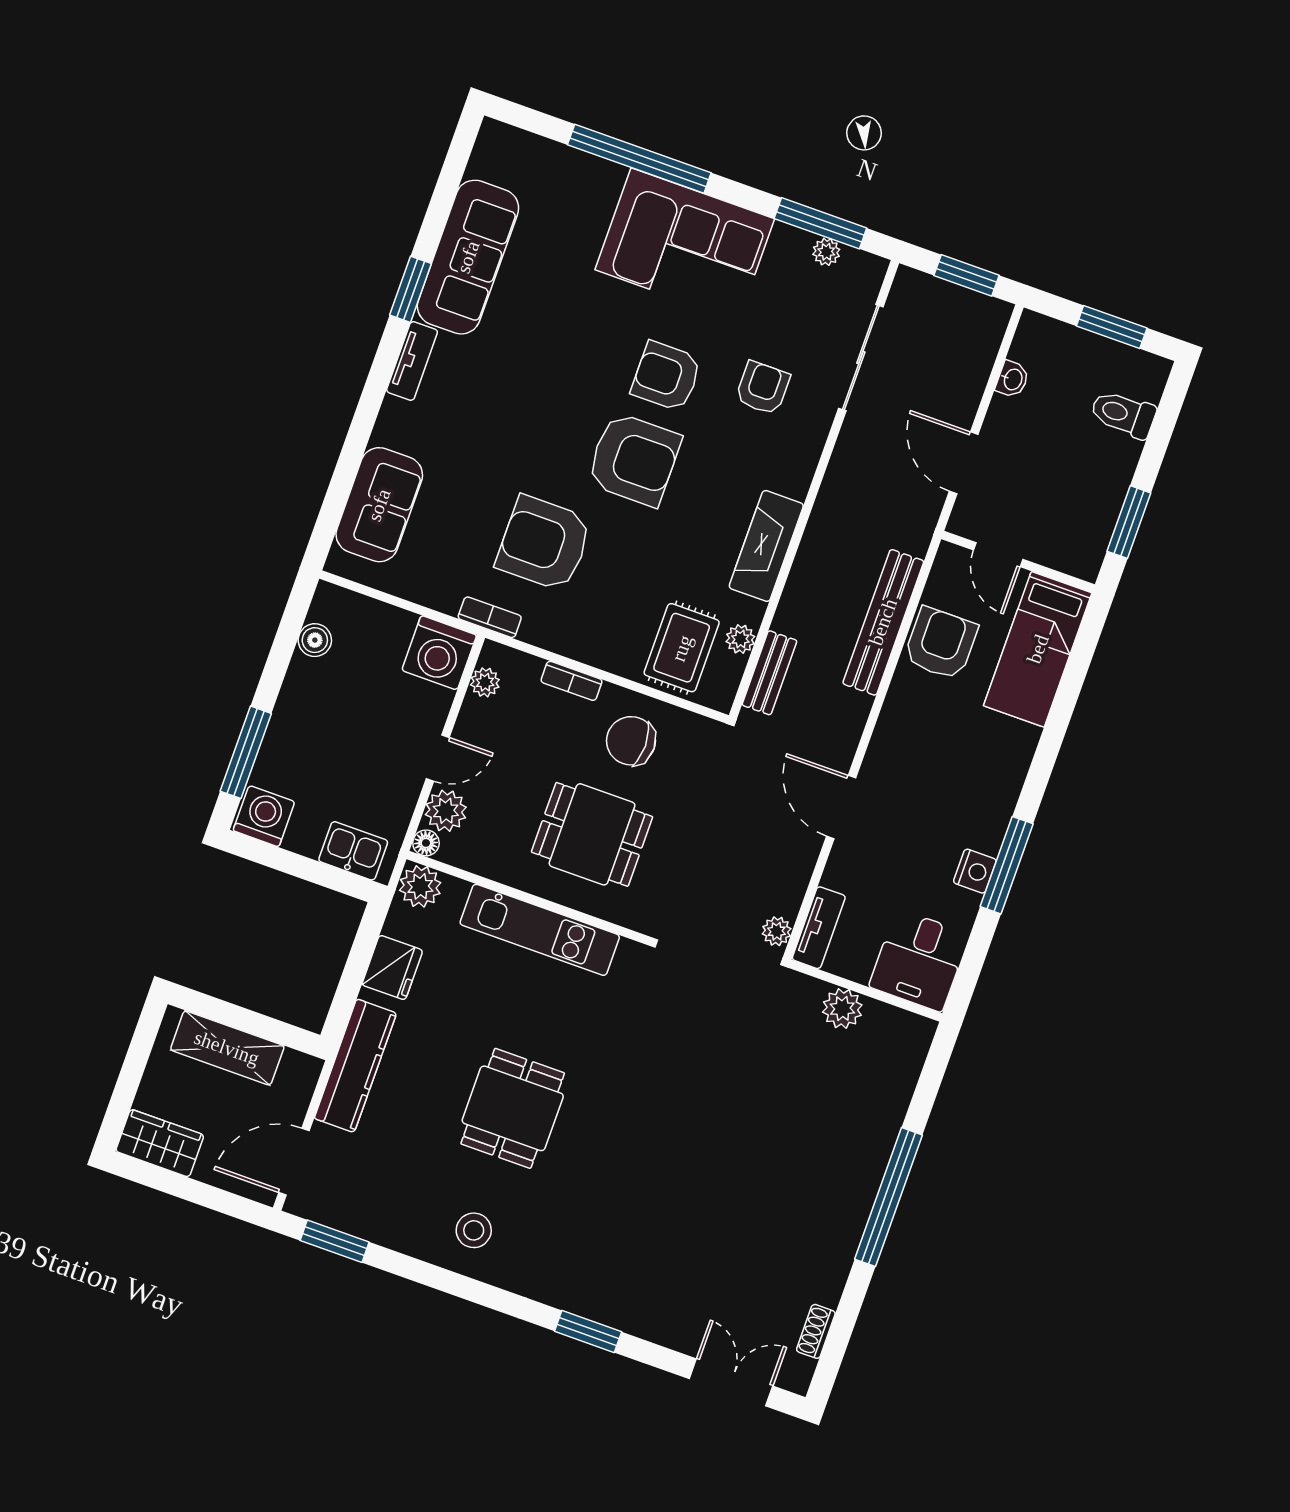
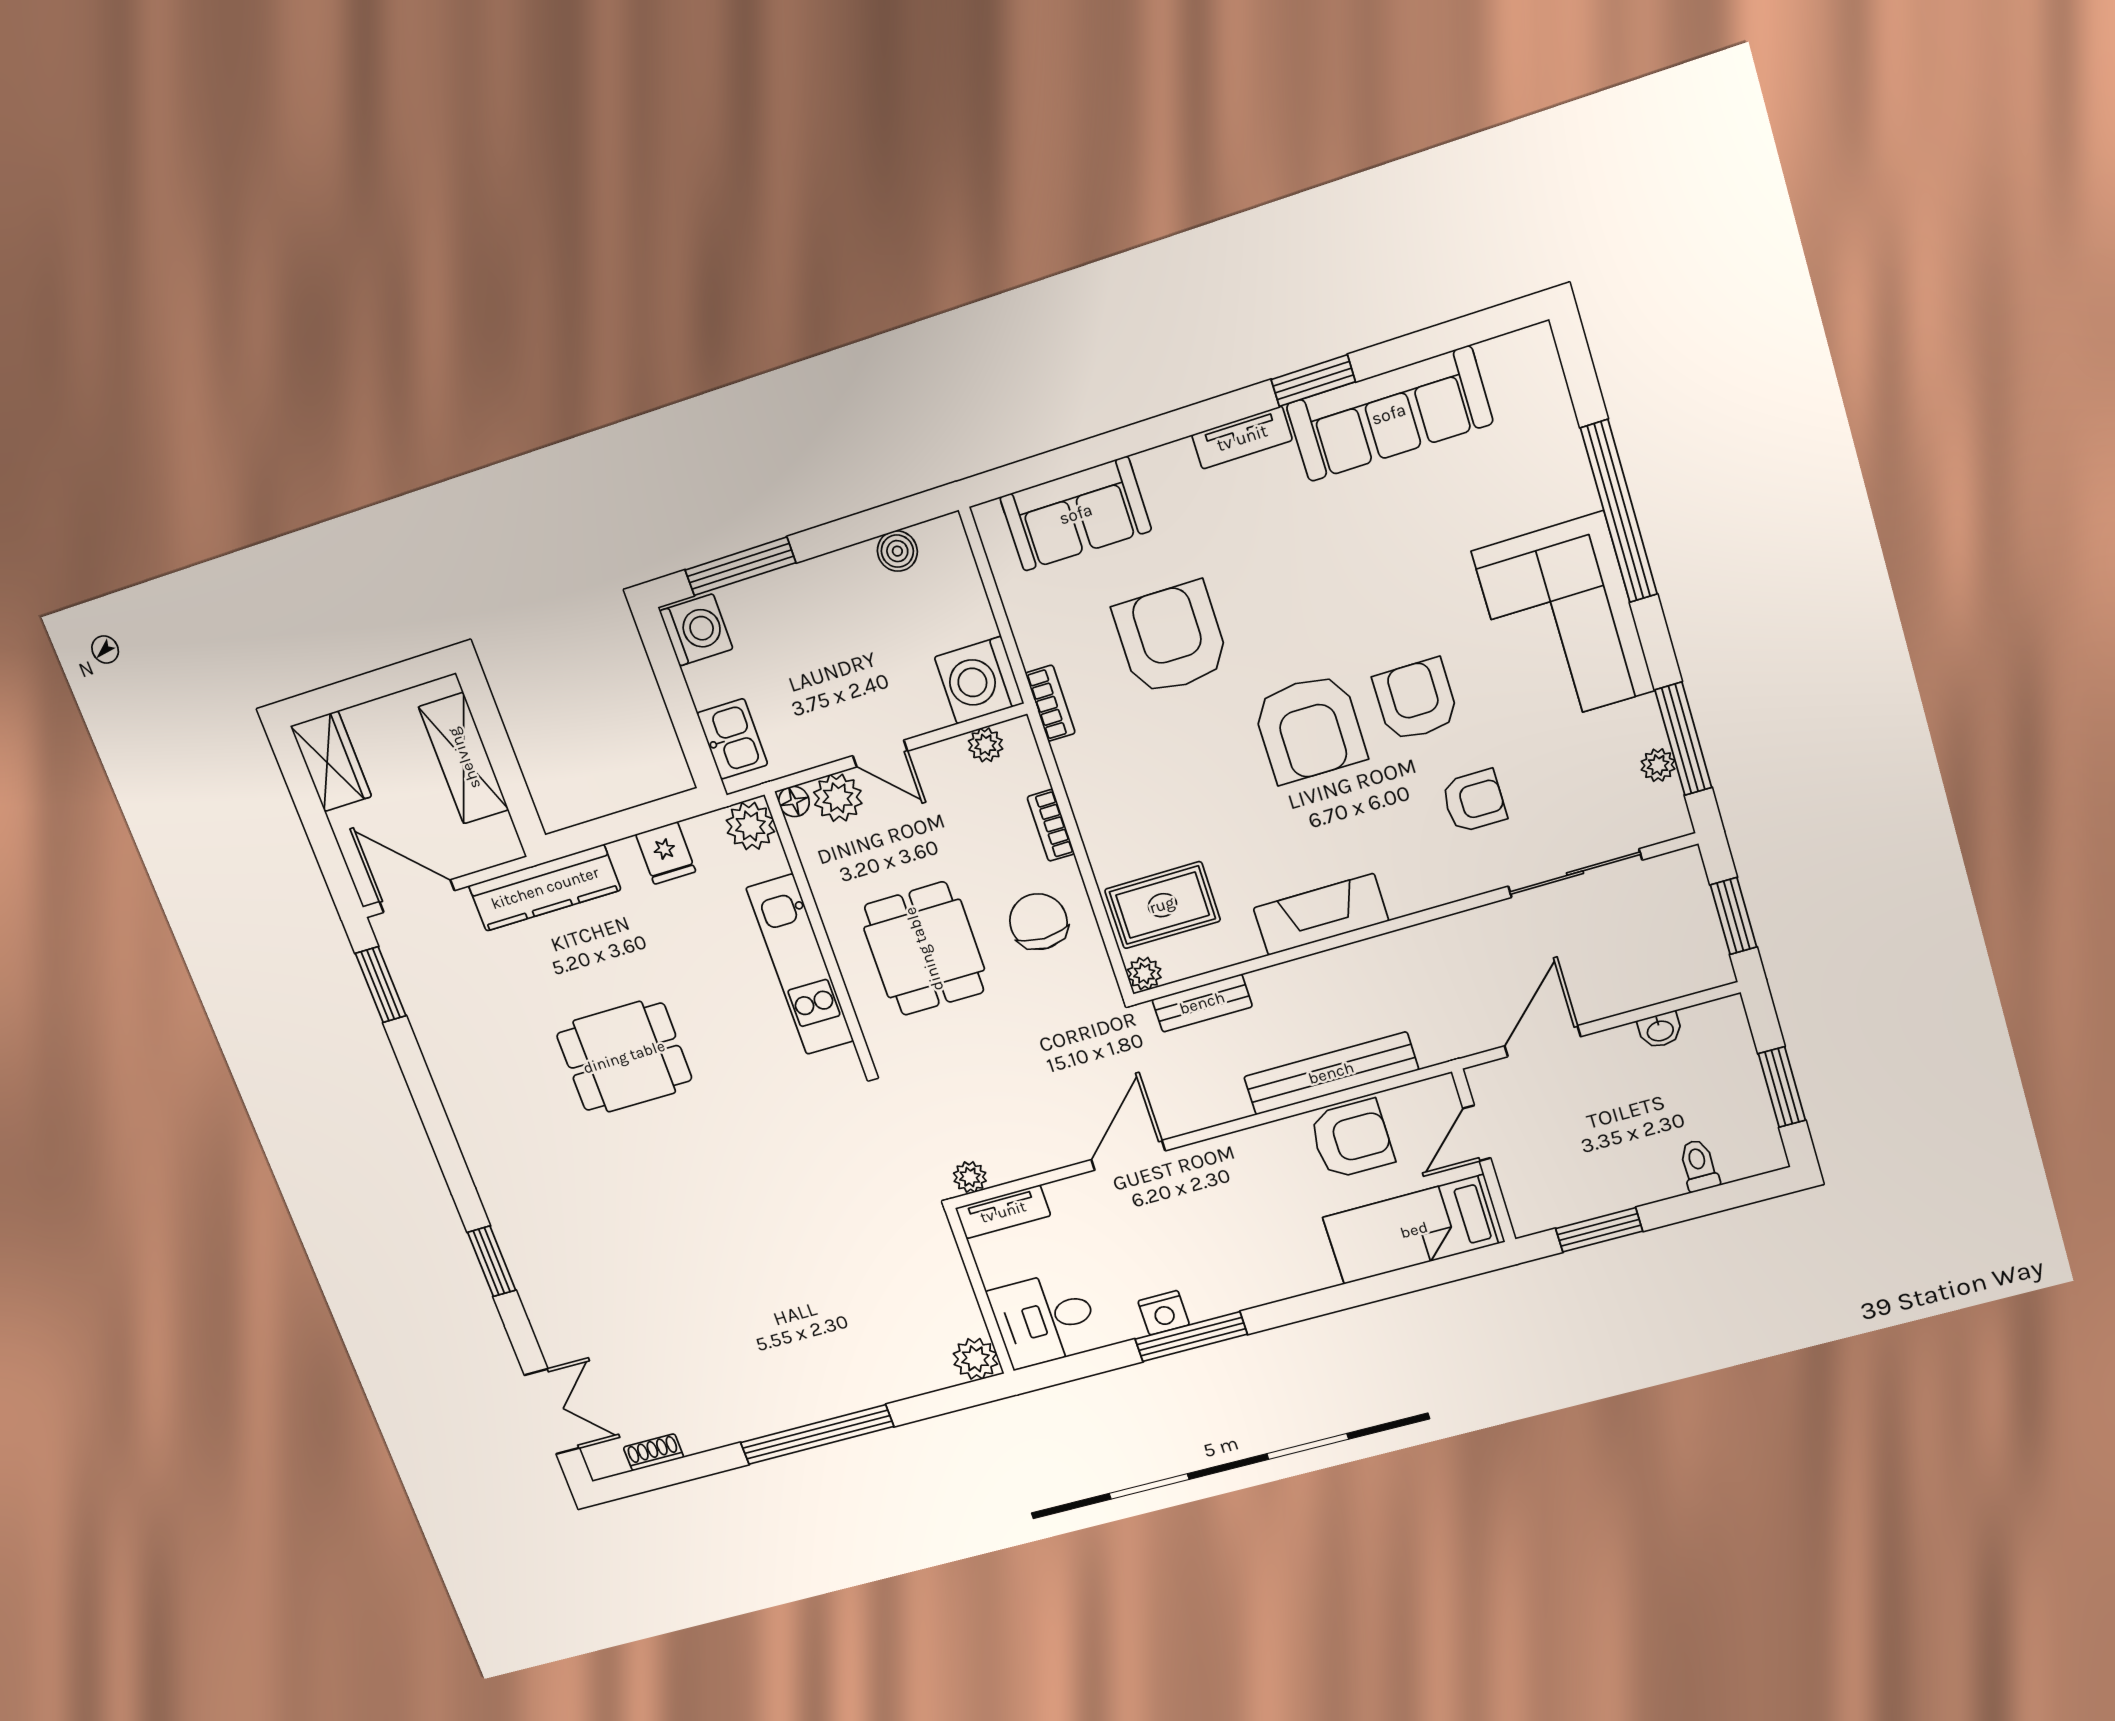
toilet: (1123, 414) -> (1699, 1166), width x0.73, depth x0.72
armchair: (544, 543) -> (1171, 639), moved
plant: (740, 639) -> (1144, 974), moved
fridge: (392, 968) -> (666, 853), width x0.72
plant: (842, 1009) -> (975, 1359), moved
stool: (474, 1230) -> (492, 1100), removed

